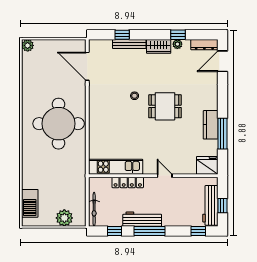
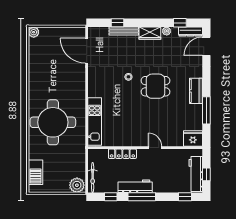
window: (178, 35) -> (180, 23), moved
round table: (59, 124) -> (53, 122), moved
kitchen counter: (211, 125) -> (196, 91), moved
kitchen unit: (116, 167) -> (95, 121), moved, turned 90
plant: (64, 218) -> (77, 185), moved

